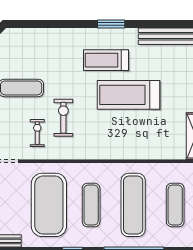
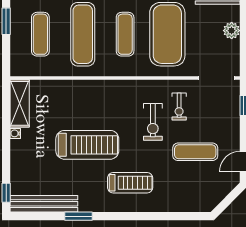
window: (111, 24) -> (79, 216), moved
treadmill: (106, 60) -> (130, 183), moved

